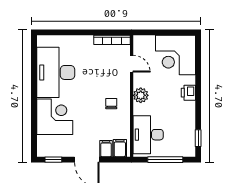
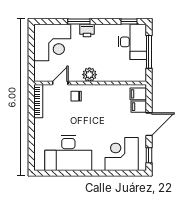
window: (198, 84) -> (79, 22), added
chair: (111, 104) -> (76, 96), moved
corner desk: (55, 117) -> (122, 154), moved
desk: (148, 135) -> (132, 42), moved, turned -90

